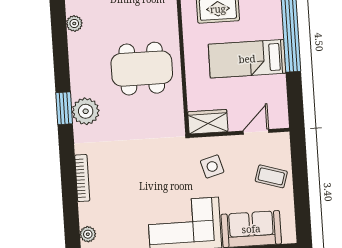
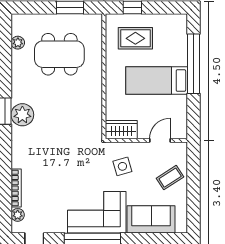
dining table: (142, 69) -> (59, 54), moved
coffee table: (271, 176) -> (170, 178), turned -50
bookcase: (82, 178) -> (16, 188), moved

